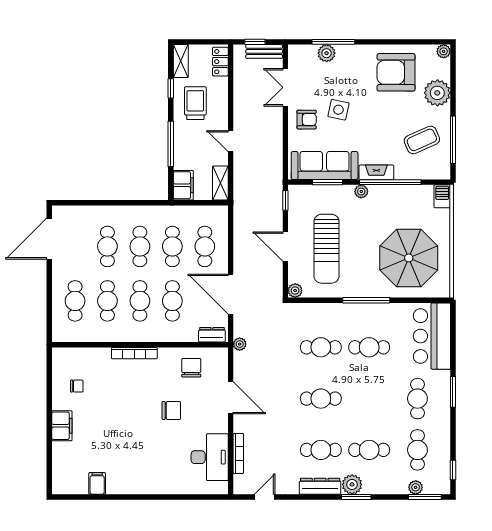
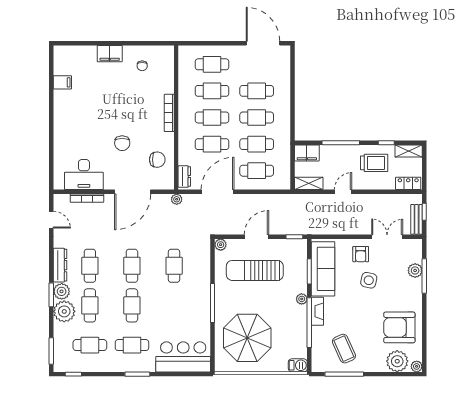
armchair: (396, 72) -> (399, 327), turned -90
plant: (437, 93) -> (397, 361), moved
cafe table: (369, 347) -> (132, 305), moved
door: (231, 398) -> (133, 192), width x1.36
plant: (416, 487) -> (64, 311), moved, width x1.88, depth x1.88

